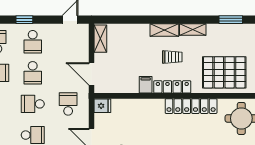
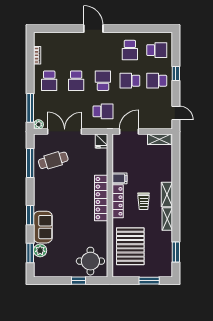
locker: (191, 106) -> (101, 198), moved

